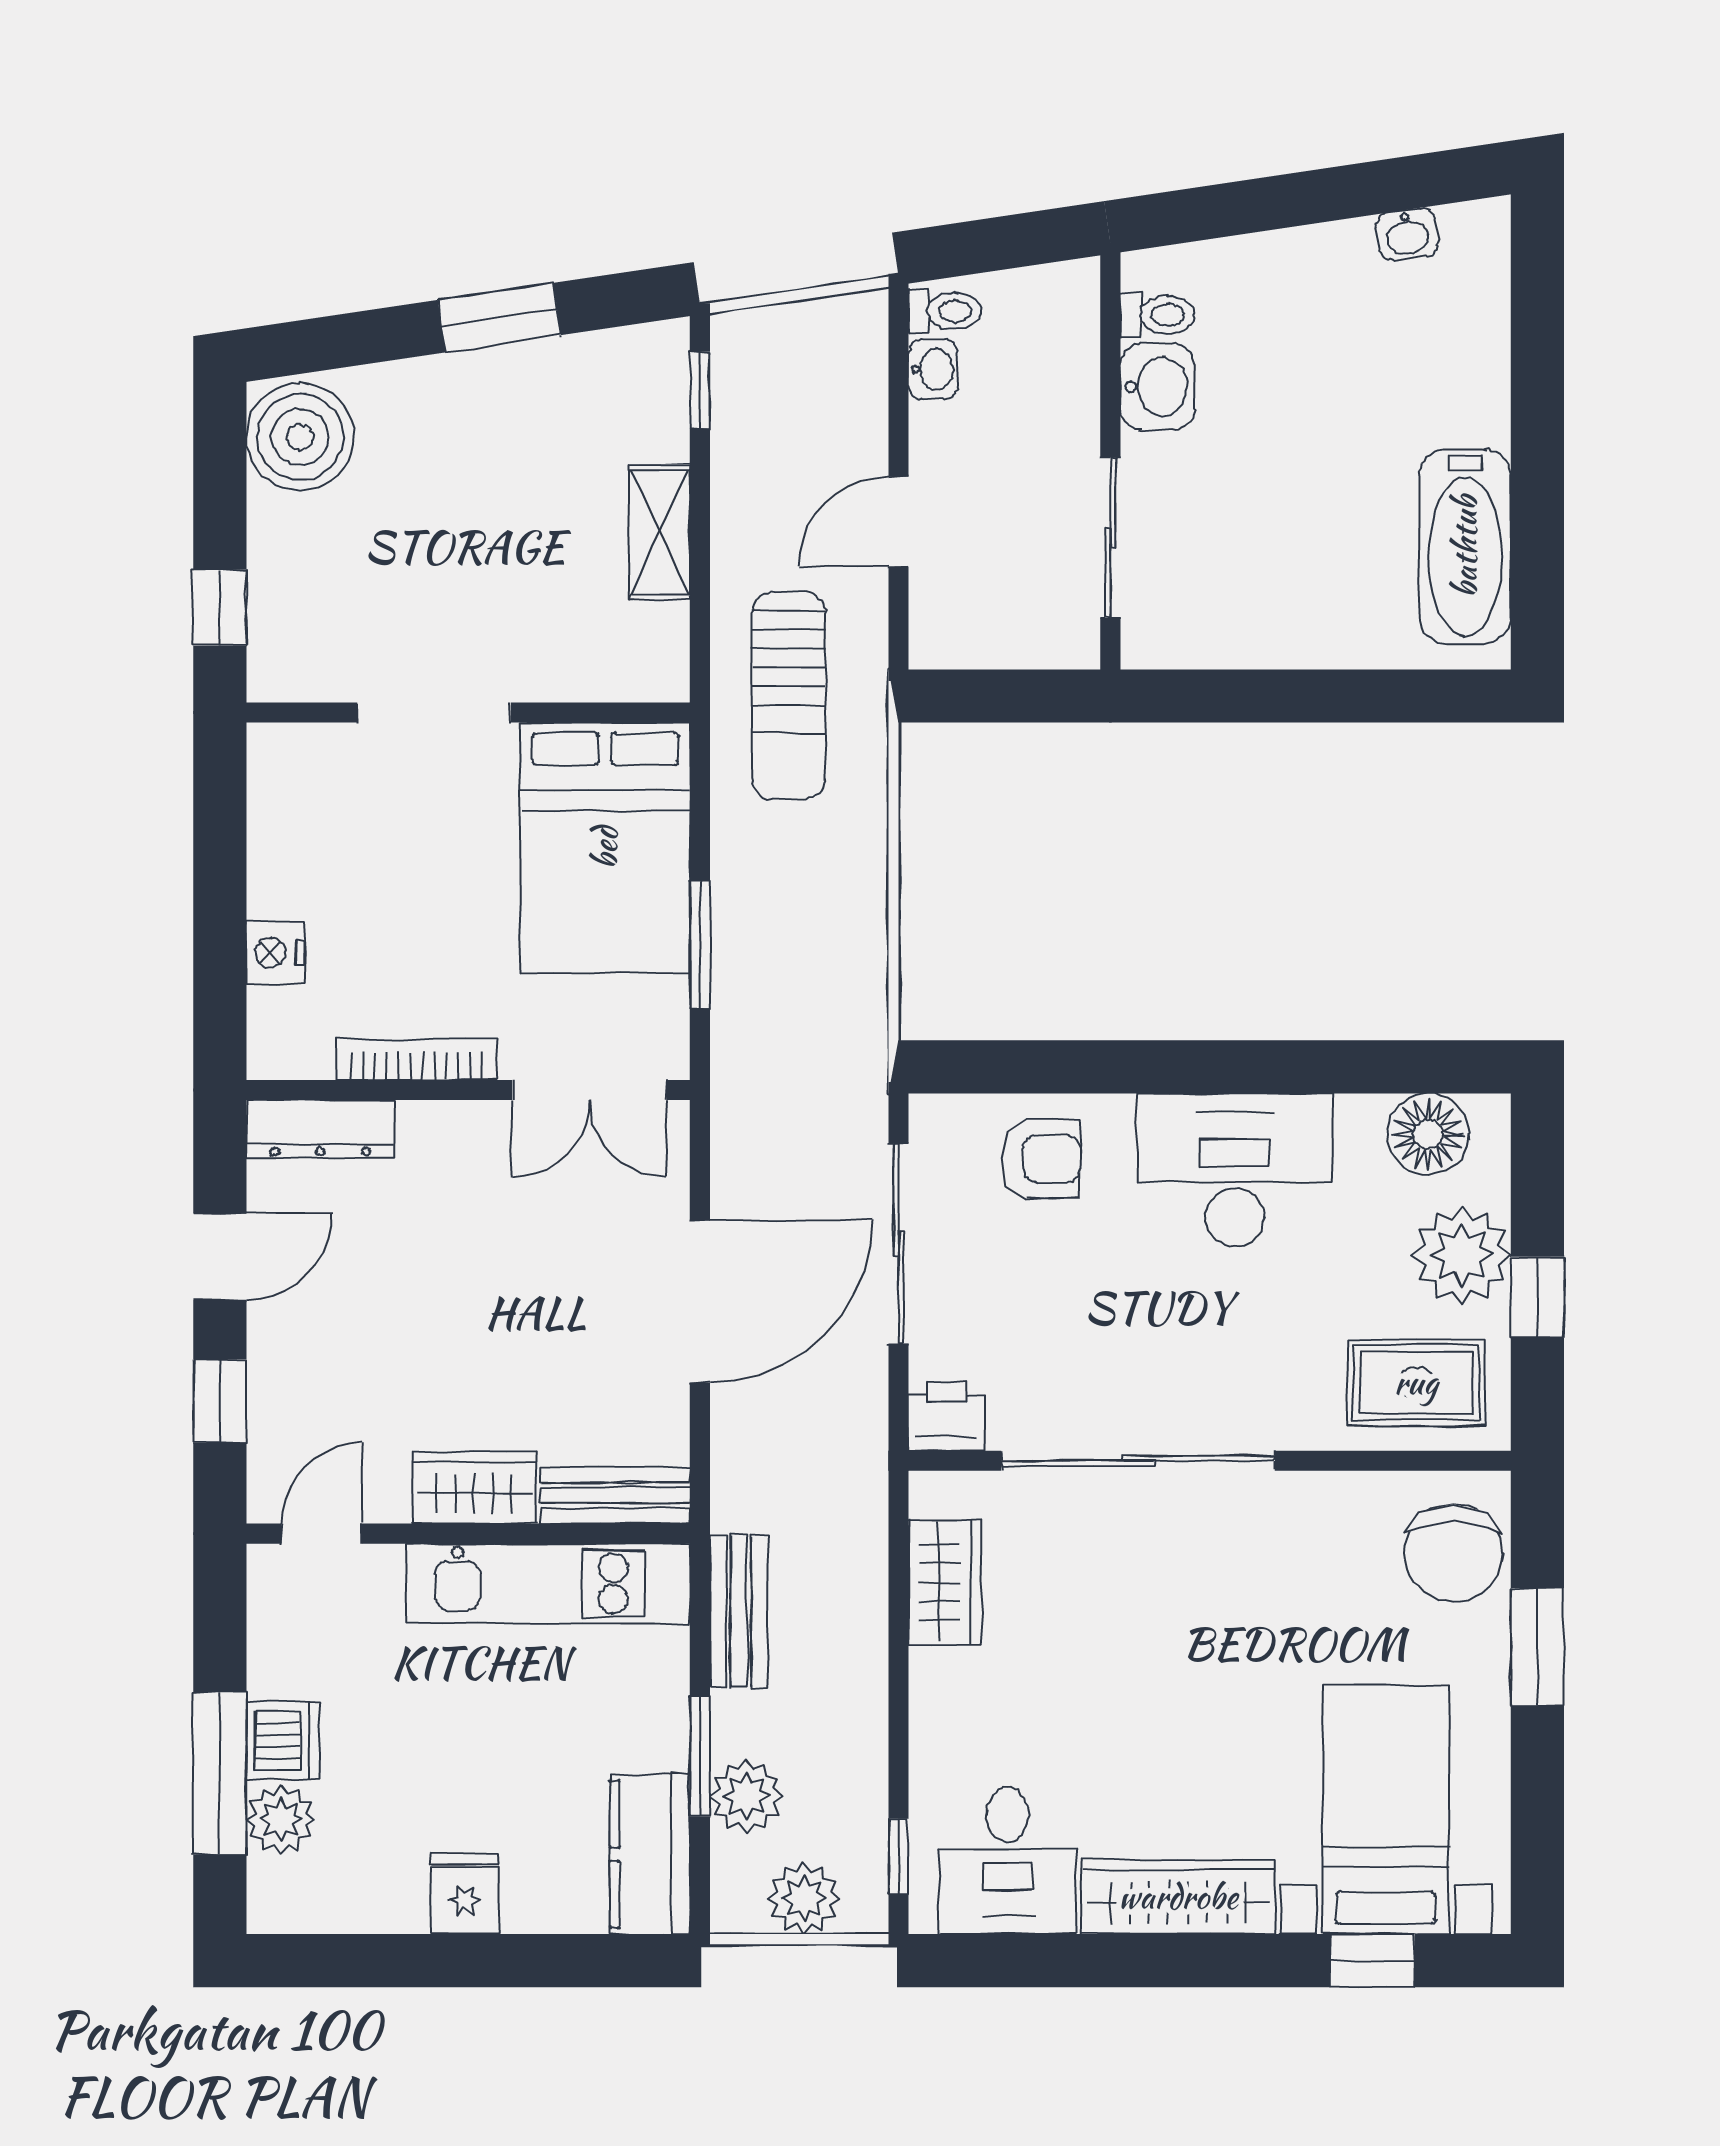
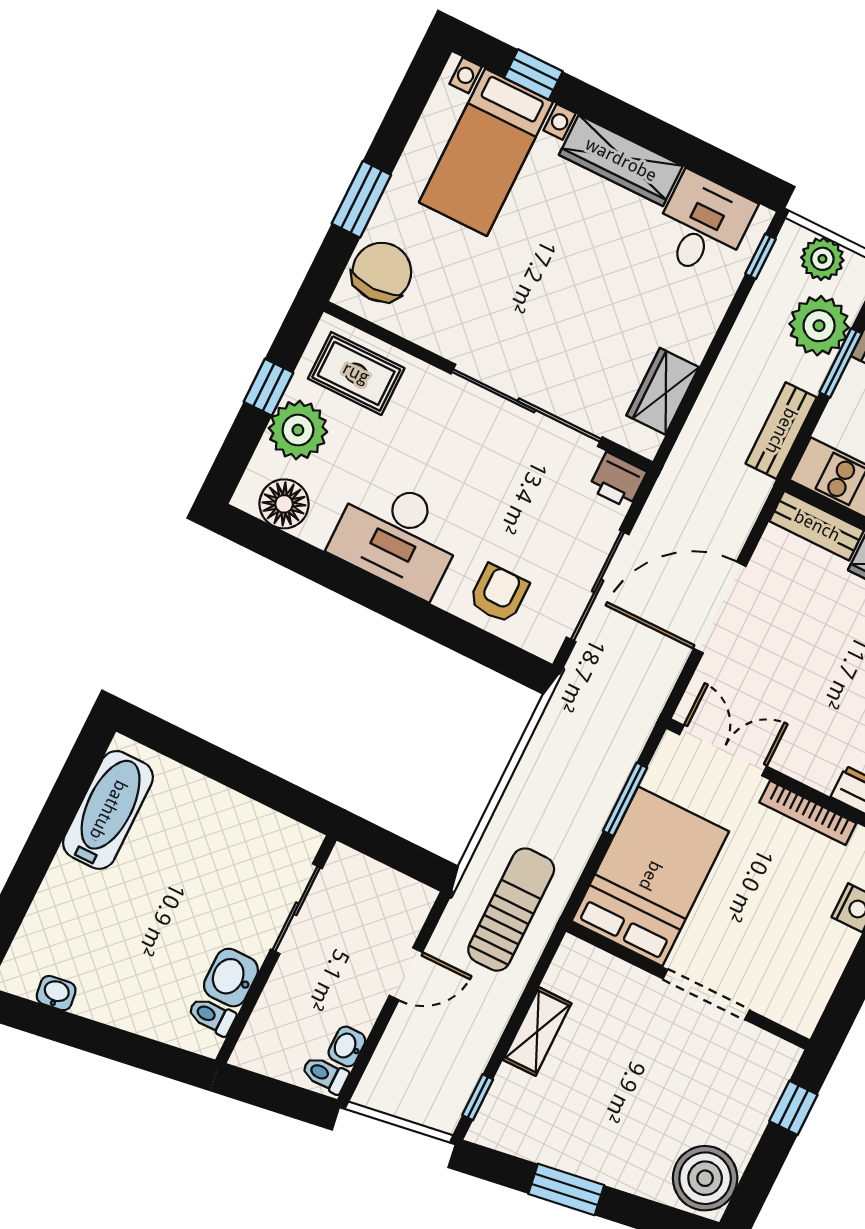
armchair: (1041, 1159) -> (499, 594), turned 90
plant: (746, 1796) -> (819, 326), width x1.36, depth x1.36

